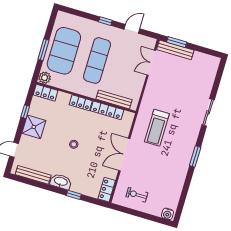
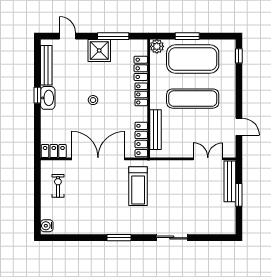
window: (105, 21) -> (239, 56), moved
window: (177, 42) -> (239, 195), moved
locker: (46, 93) -> (141, 68), moved
locker: (107, 110) -> (141, 139), moved
window: (25, 112) -> (113, 36), width x2.17
treadmill: (157, 128) -> (138, 186), turned -90
double door: (124, 155) -> (98, 159), width x1.36
window: (74, 195) -> (37, 95), moved

